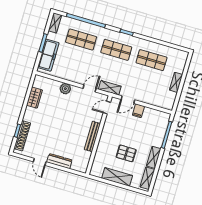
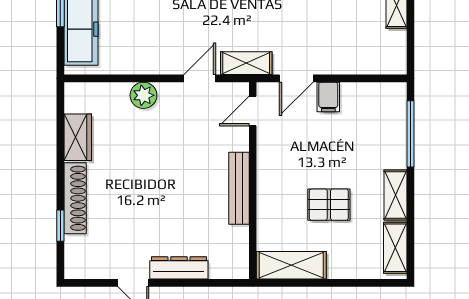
shoe rack: (22, 136) -> (75, 198), moved
shelving: (117, 177) -> (291, 265), moved

